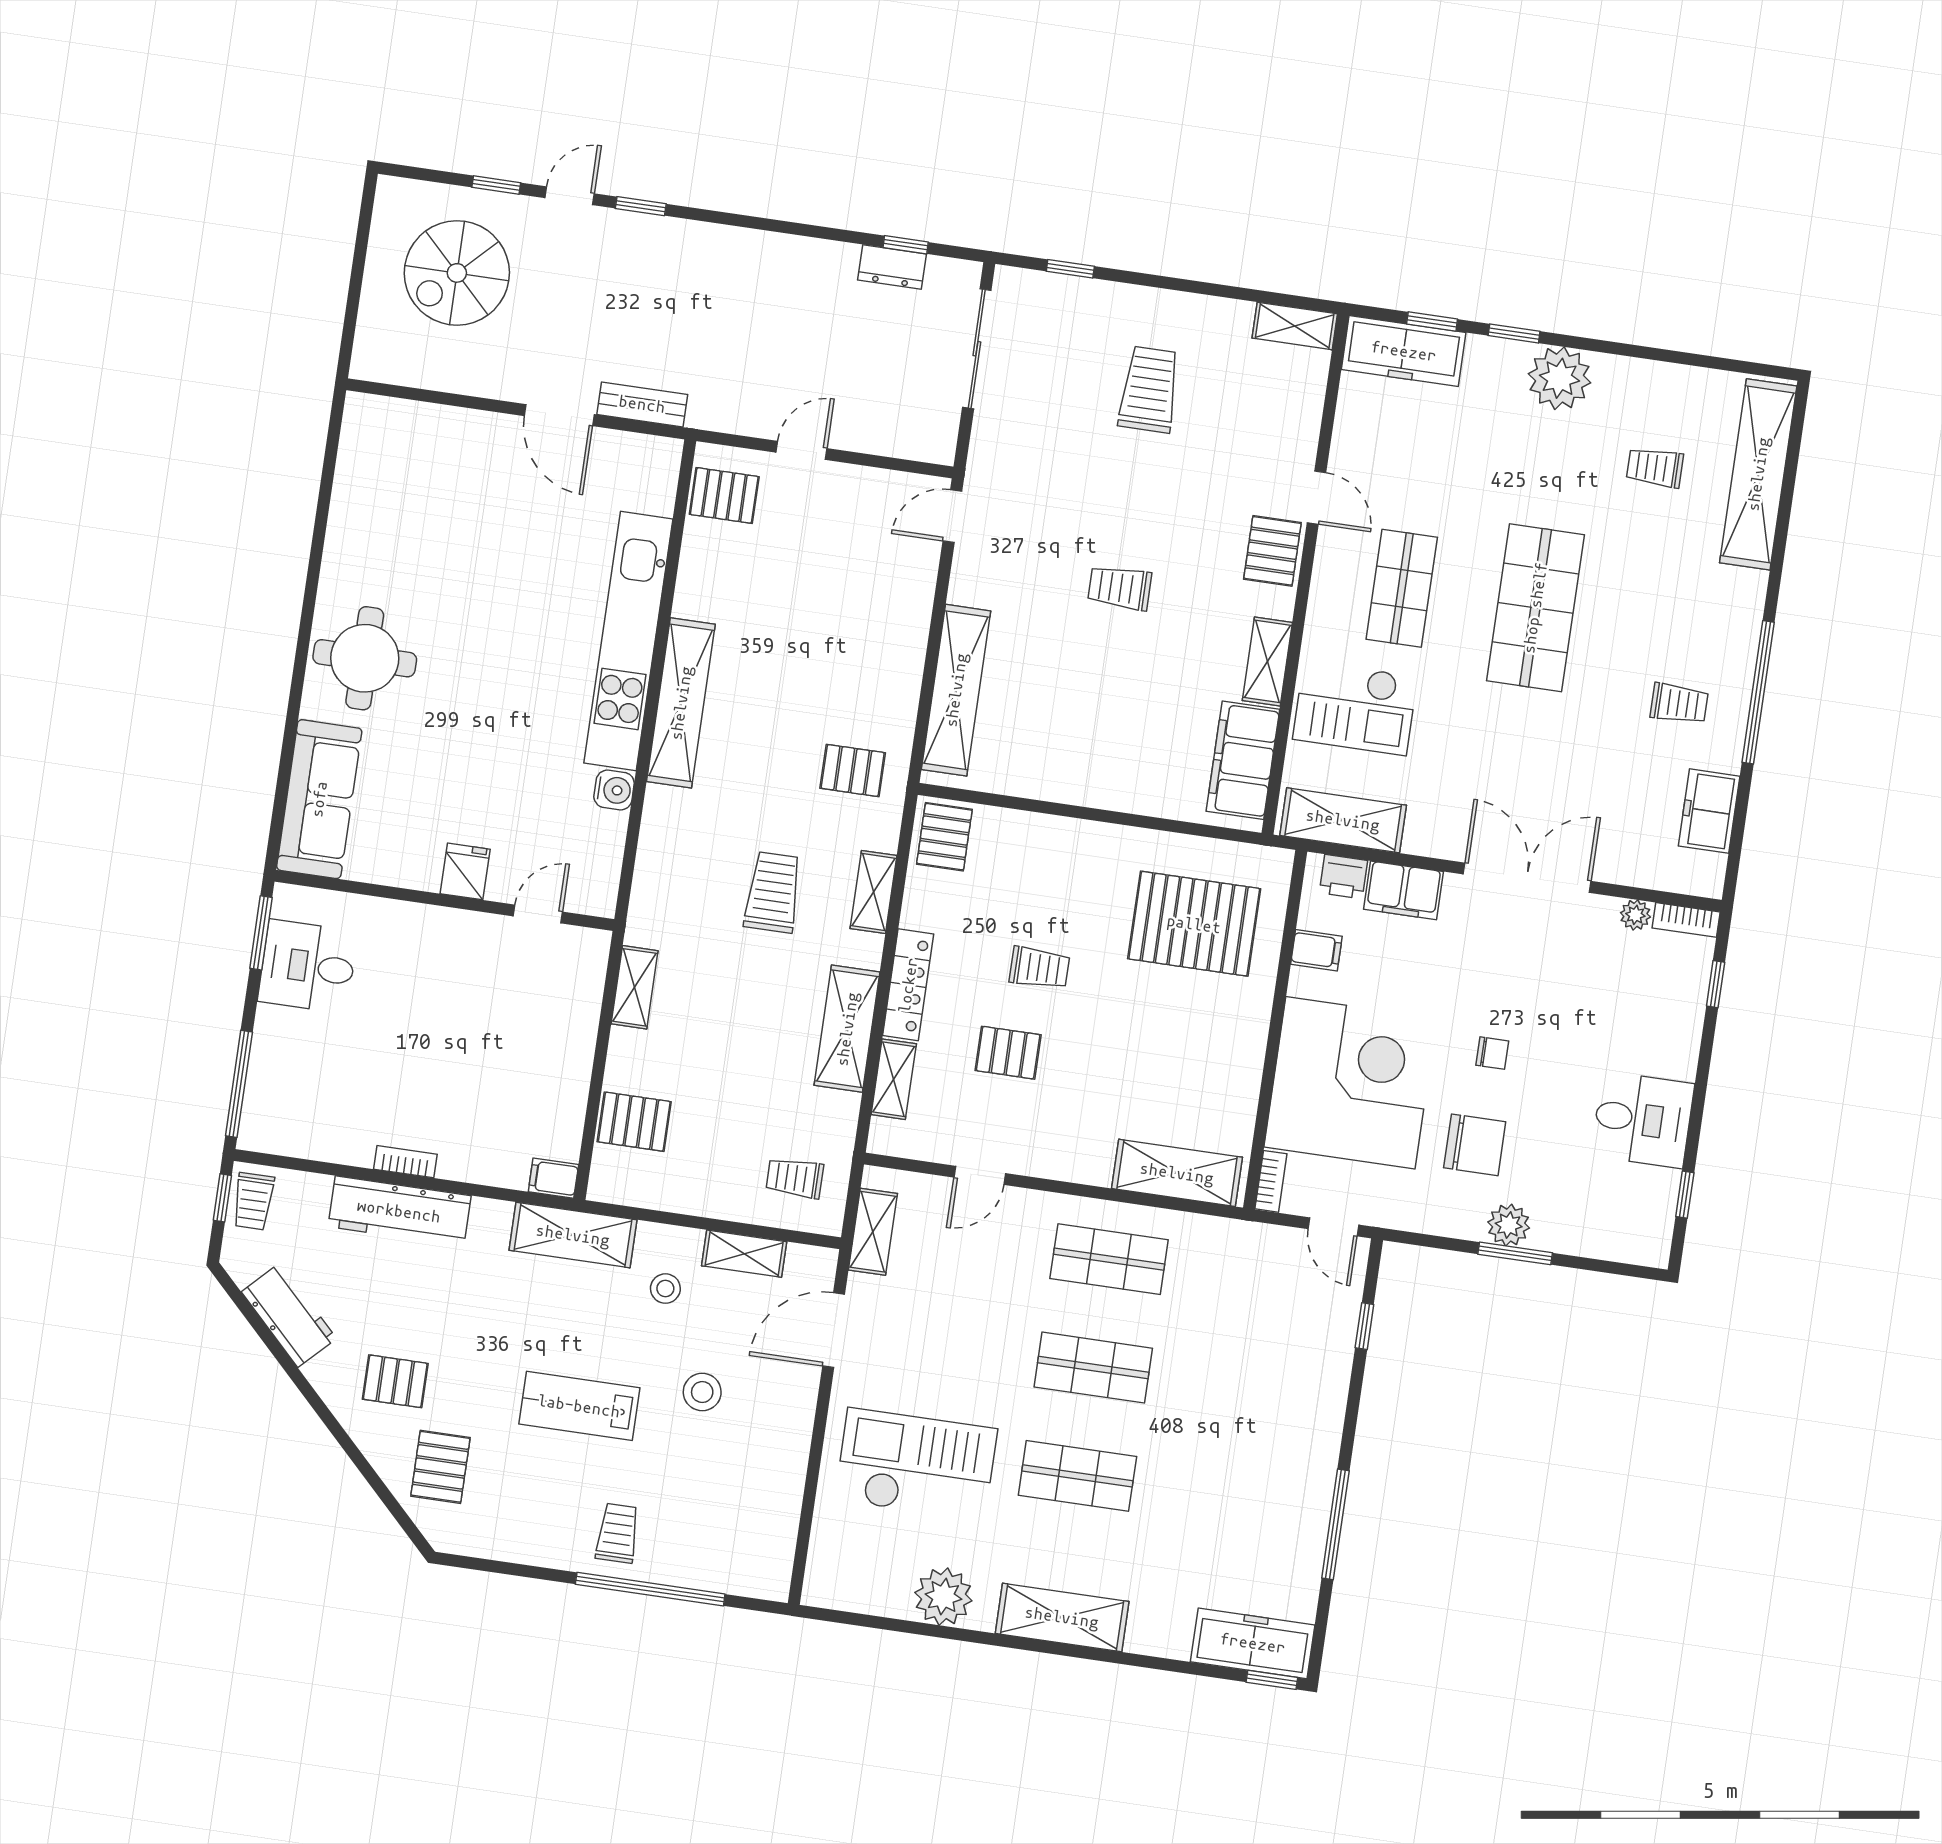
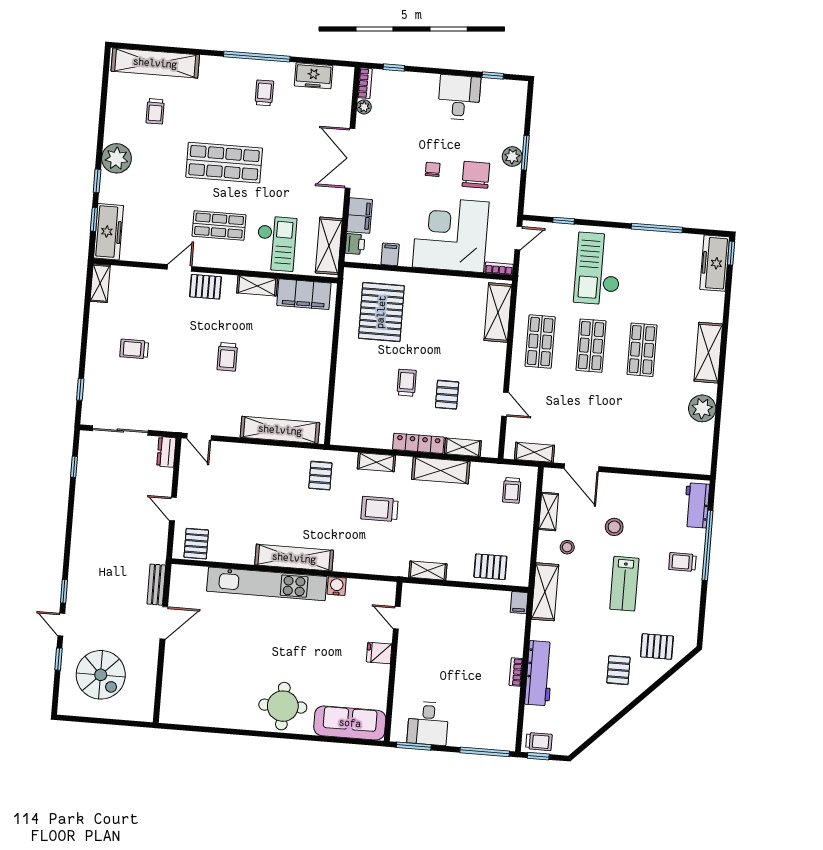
dresser: (892, 267) -> (166, 452), moved, turned 180
trolley: (1149, 389) -> (134, 349), width x0.73, depth x0.72
pallet: (944, 837) -> (348, 431), removed
pallet: (634, 1122) -> (490, 567), turned 90
workbench: (289, 1315) -> (697, 505), moved, turned -45
checkout: (916, 1465) -> (598, 269), moved

